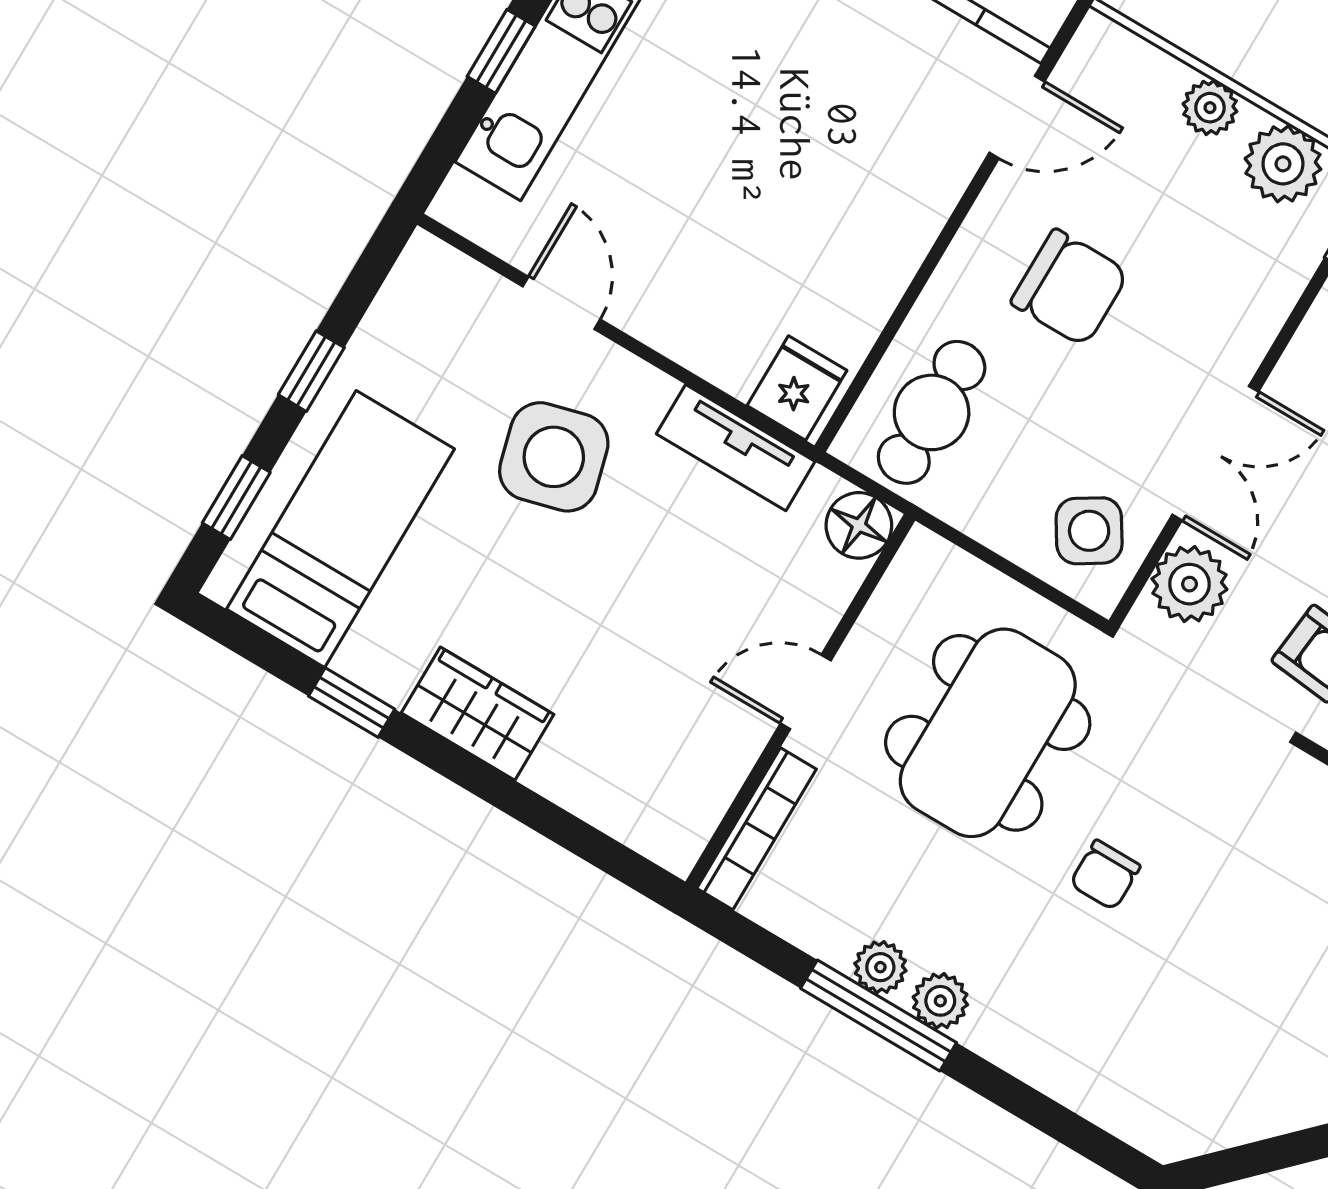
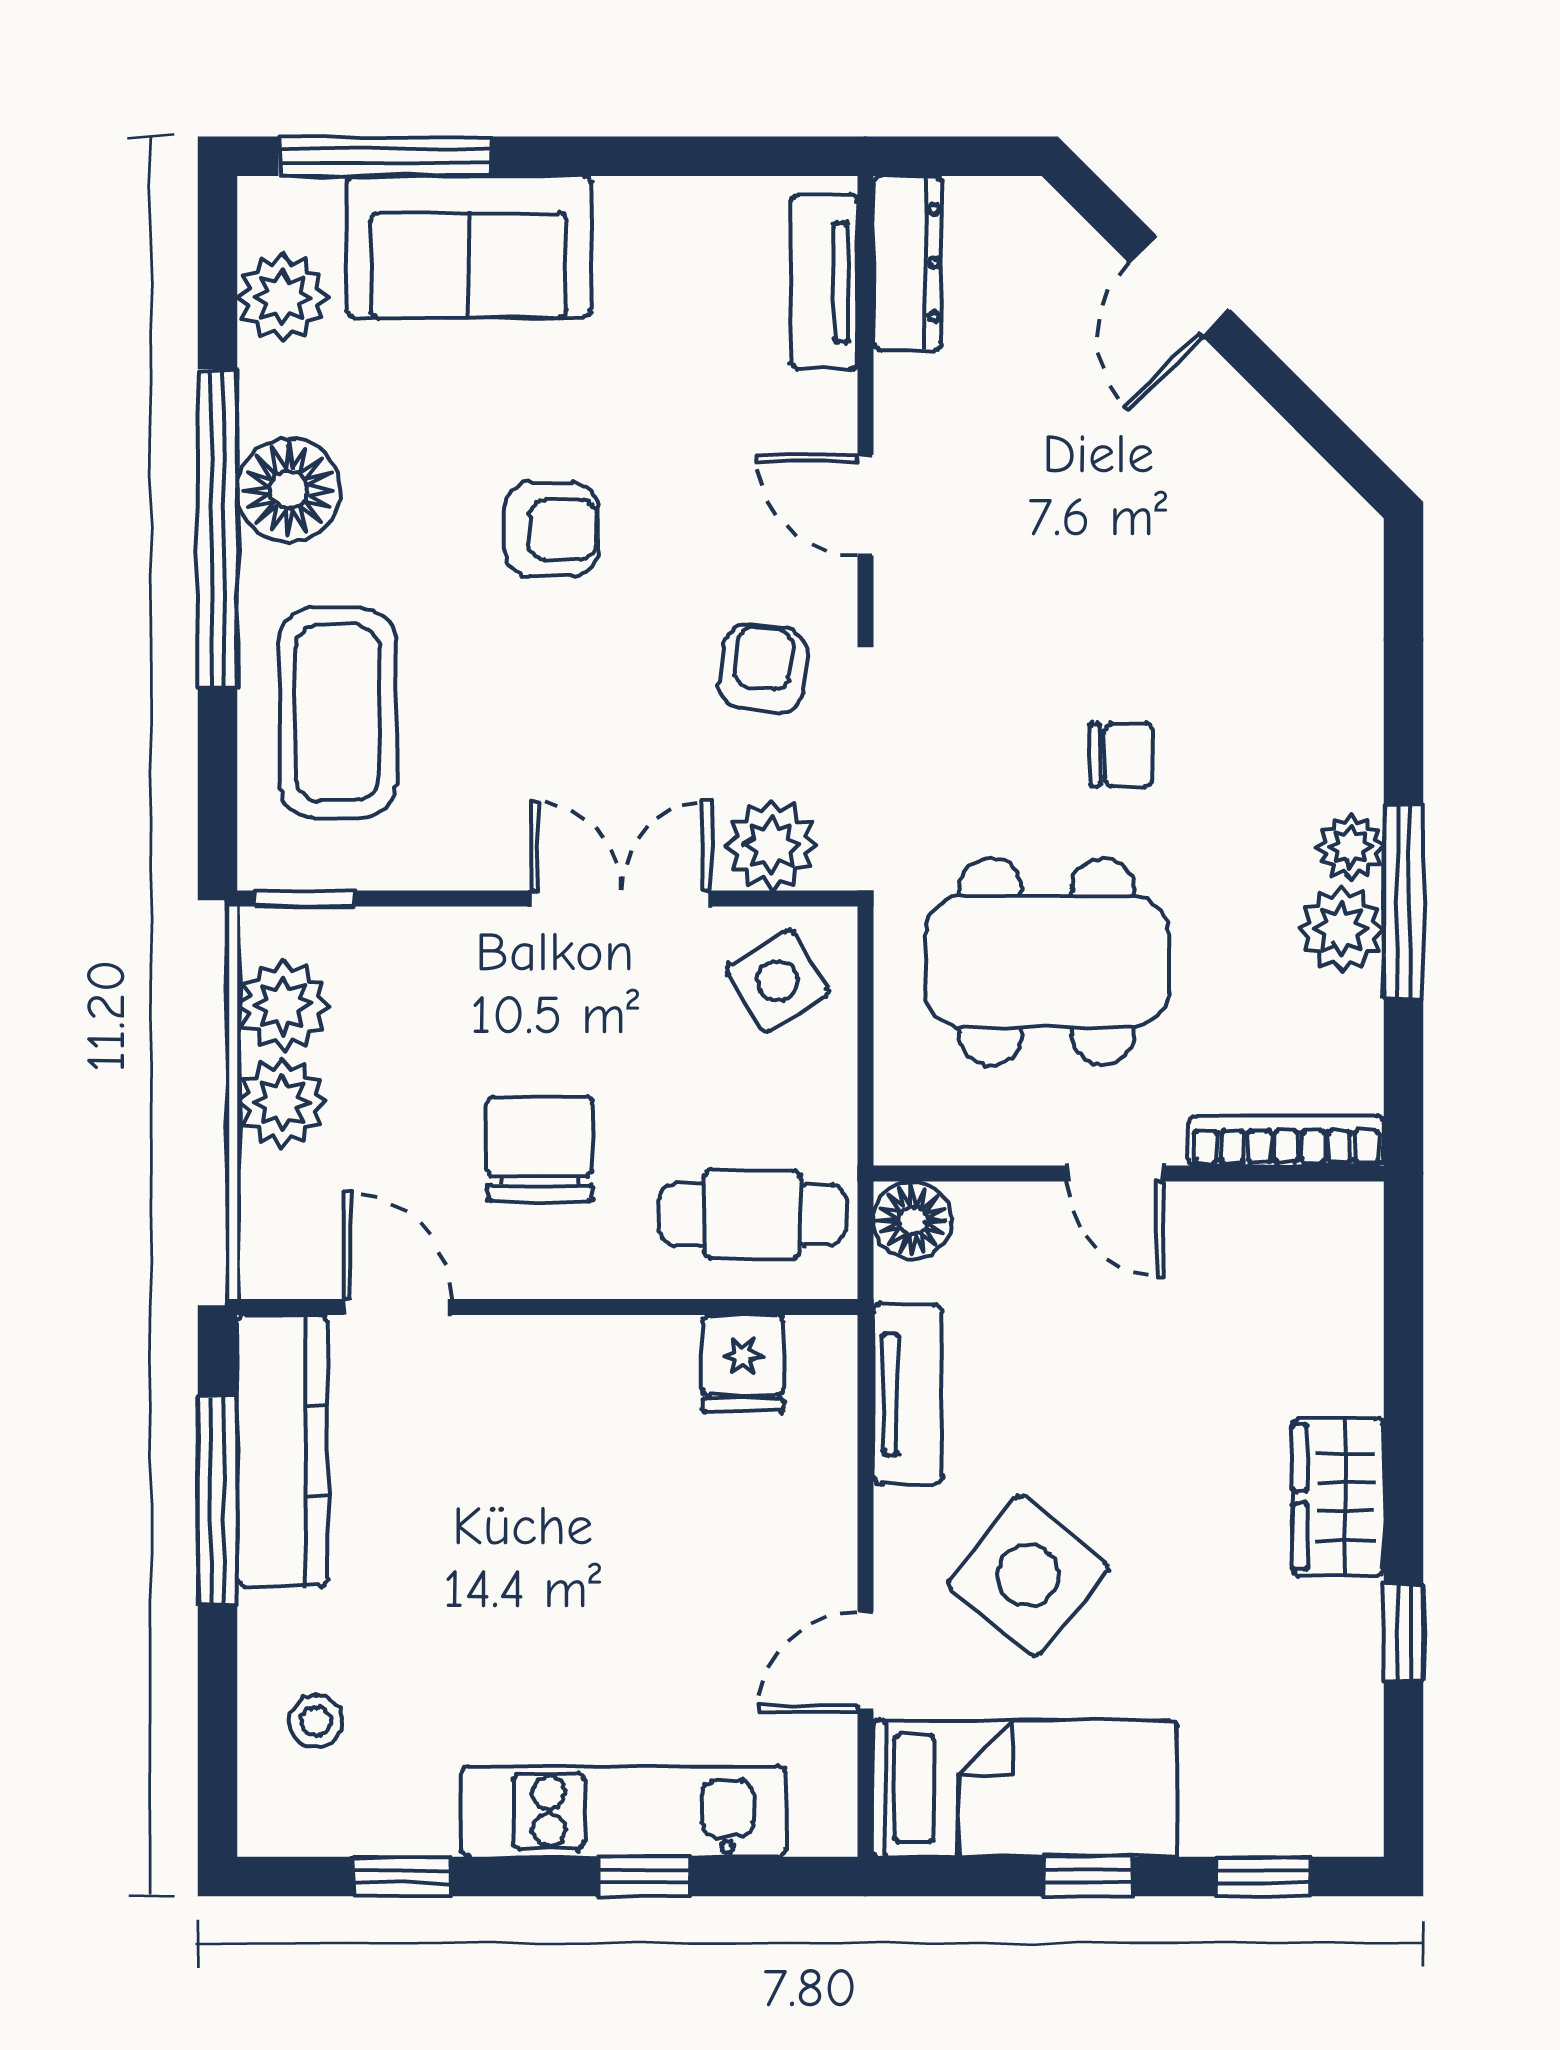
plant: (1210, 108) -> (282, 1102), width x1.38, depth x1.38
fridge: (797, 388) -> (743, 1363), moved, turned -90
side table: (554, 457) -> (1028, 1575), turned -36
bed: (340, 529) -> (1025, 1789), moved, turned 180
plant: (880, 967) -> (1341, 929), width x1.38, depth x1.38

